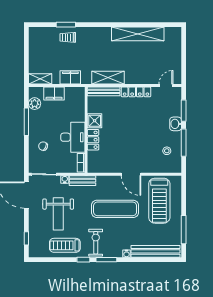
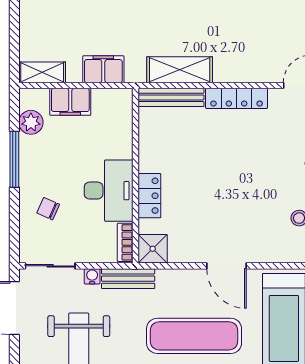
shower: (95, 121) -> (153, 249), moved

